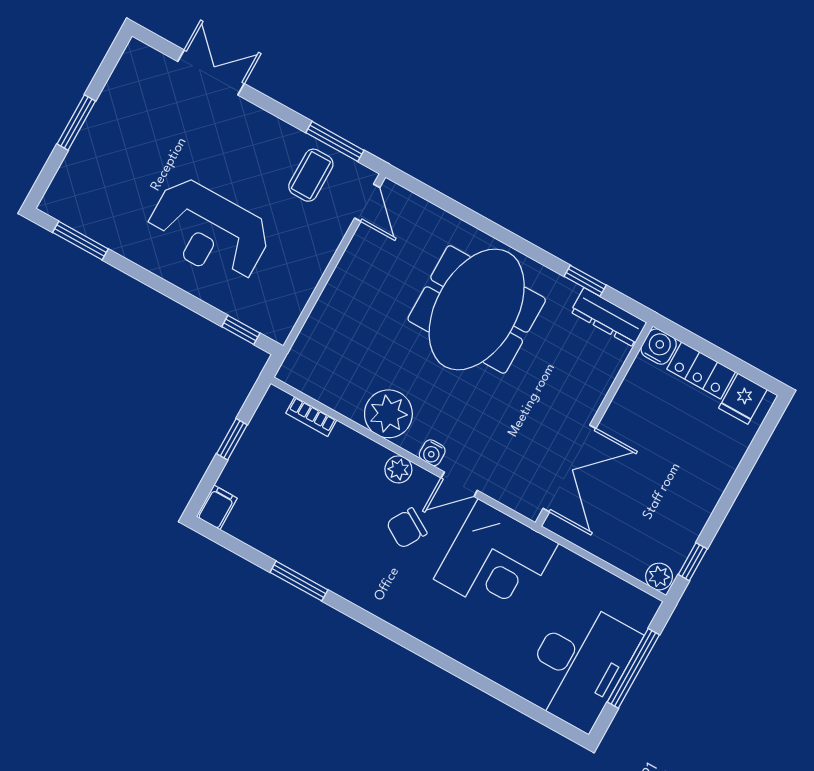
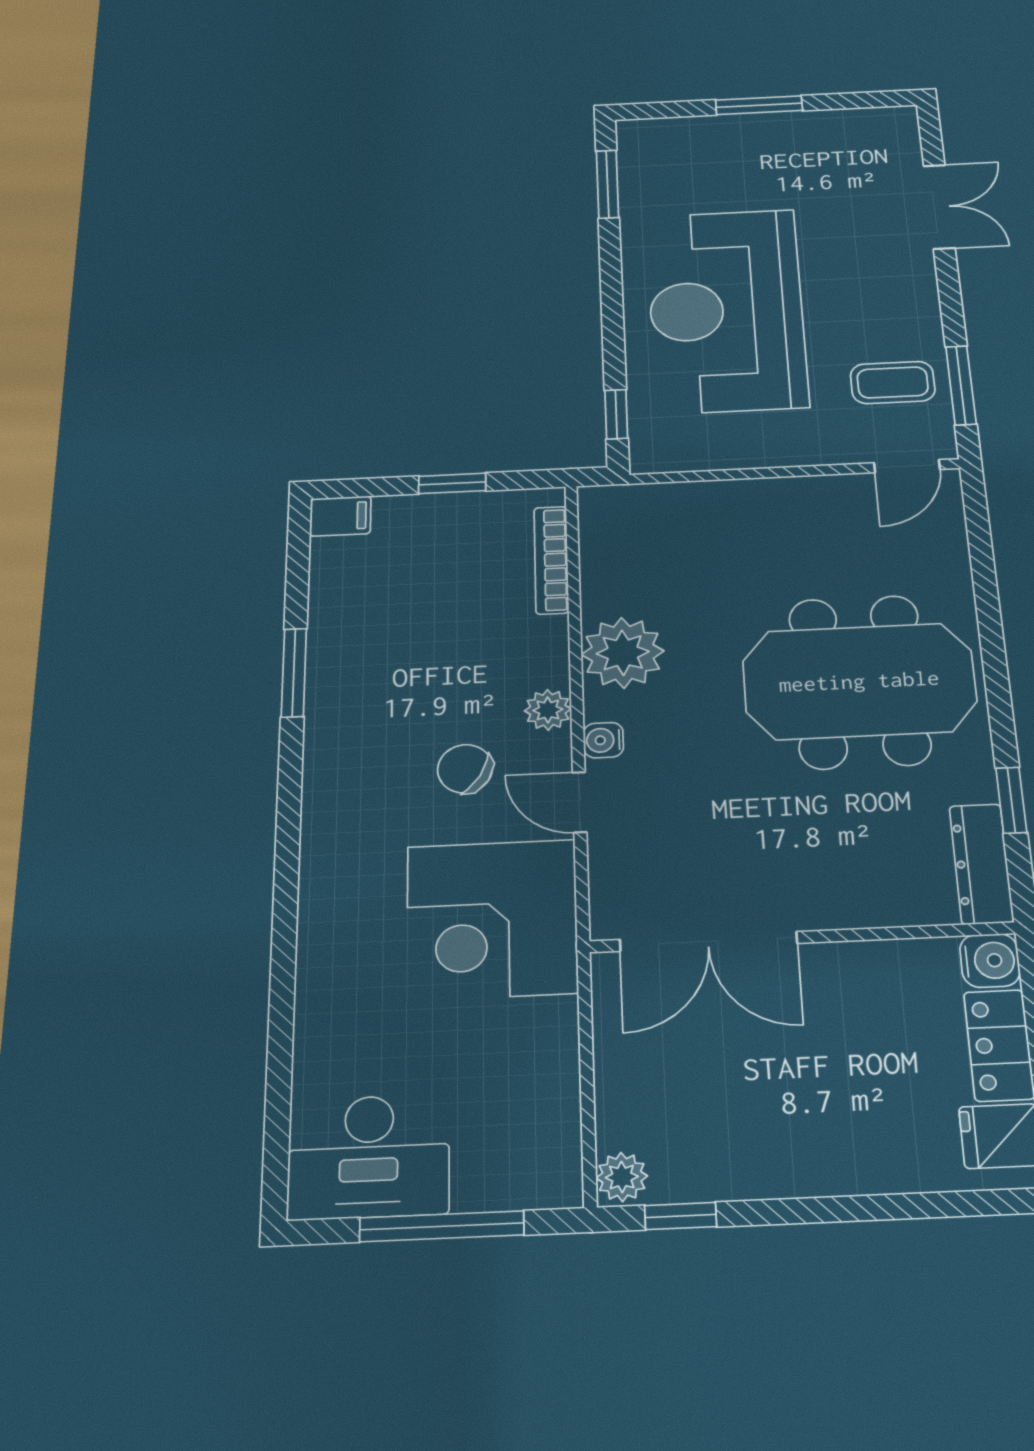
reception desk: (209, 231) -> (726, 310), width x1.36, depth x1.30
bookcase: (311, 416) -> (551, 560), width x1.56
desk: (579, 665) -> (369, 1157), width x0.73, depth x0.77

